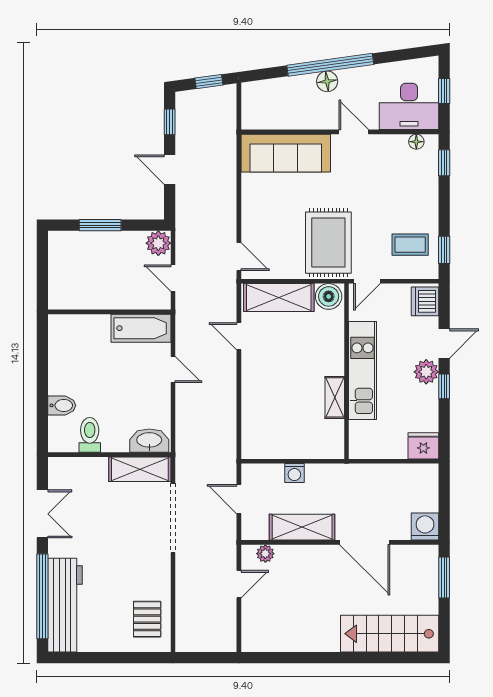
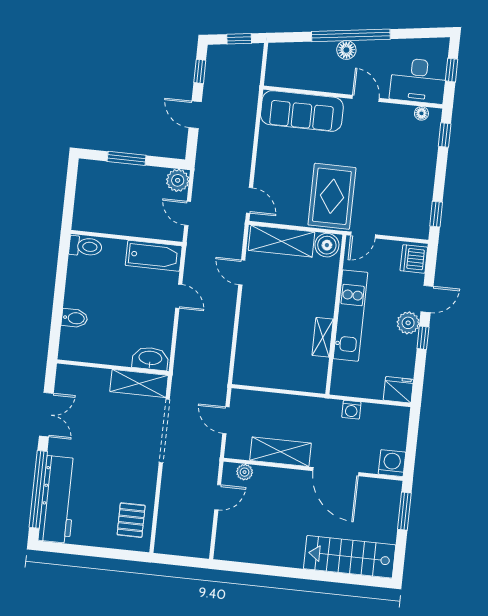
coffee table: (410, 245) -> (406, 206), removed
toilet: (90, 435) -> (85, 246), moved, turned 90
washing machine: (294, 473) -> (351, 410), moved

